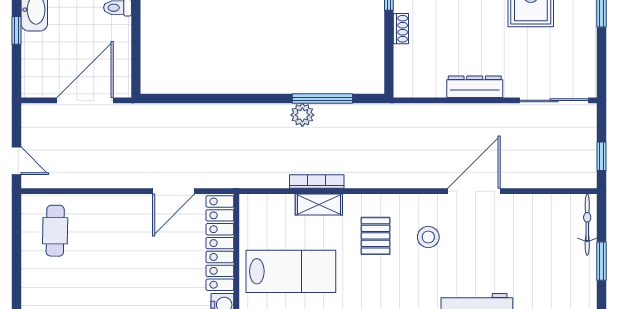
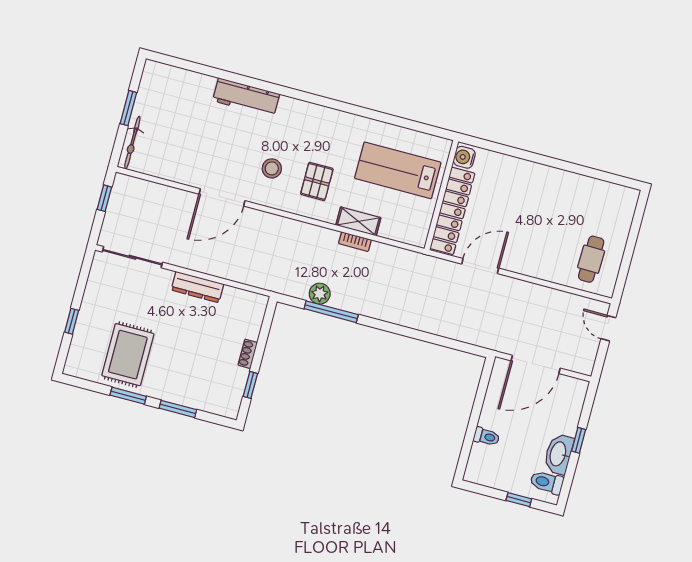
plant: (302, 115) -> (320, 294), moved
bookcase: (317, 181) -> (355, 242), width x0.64

